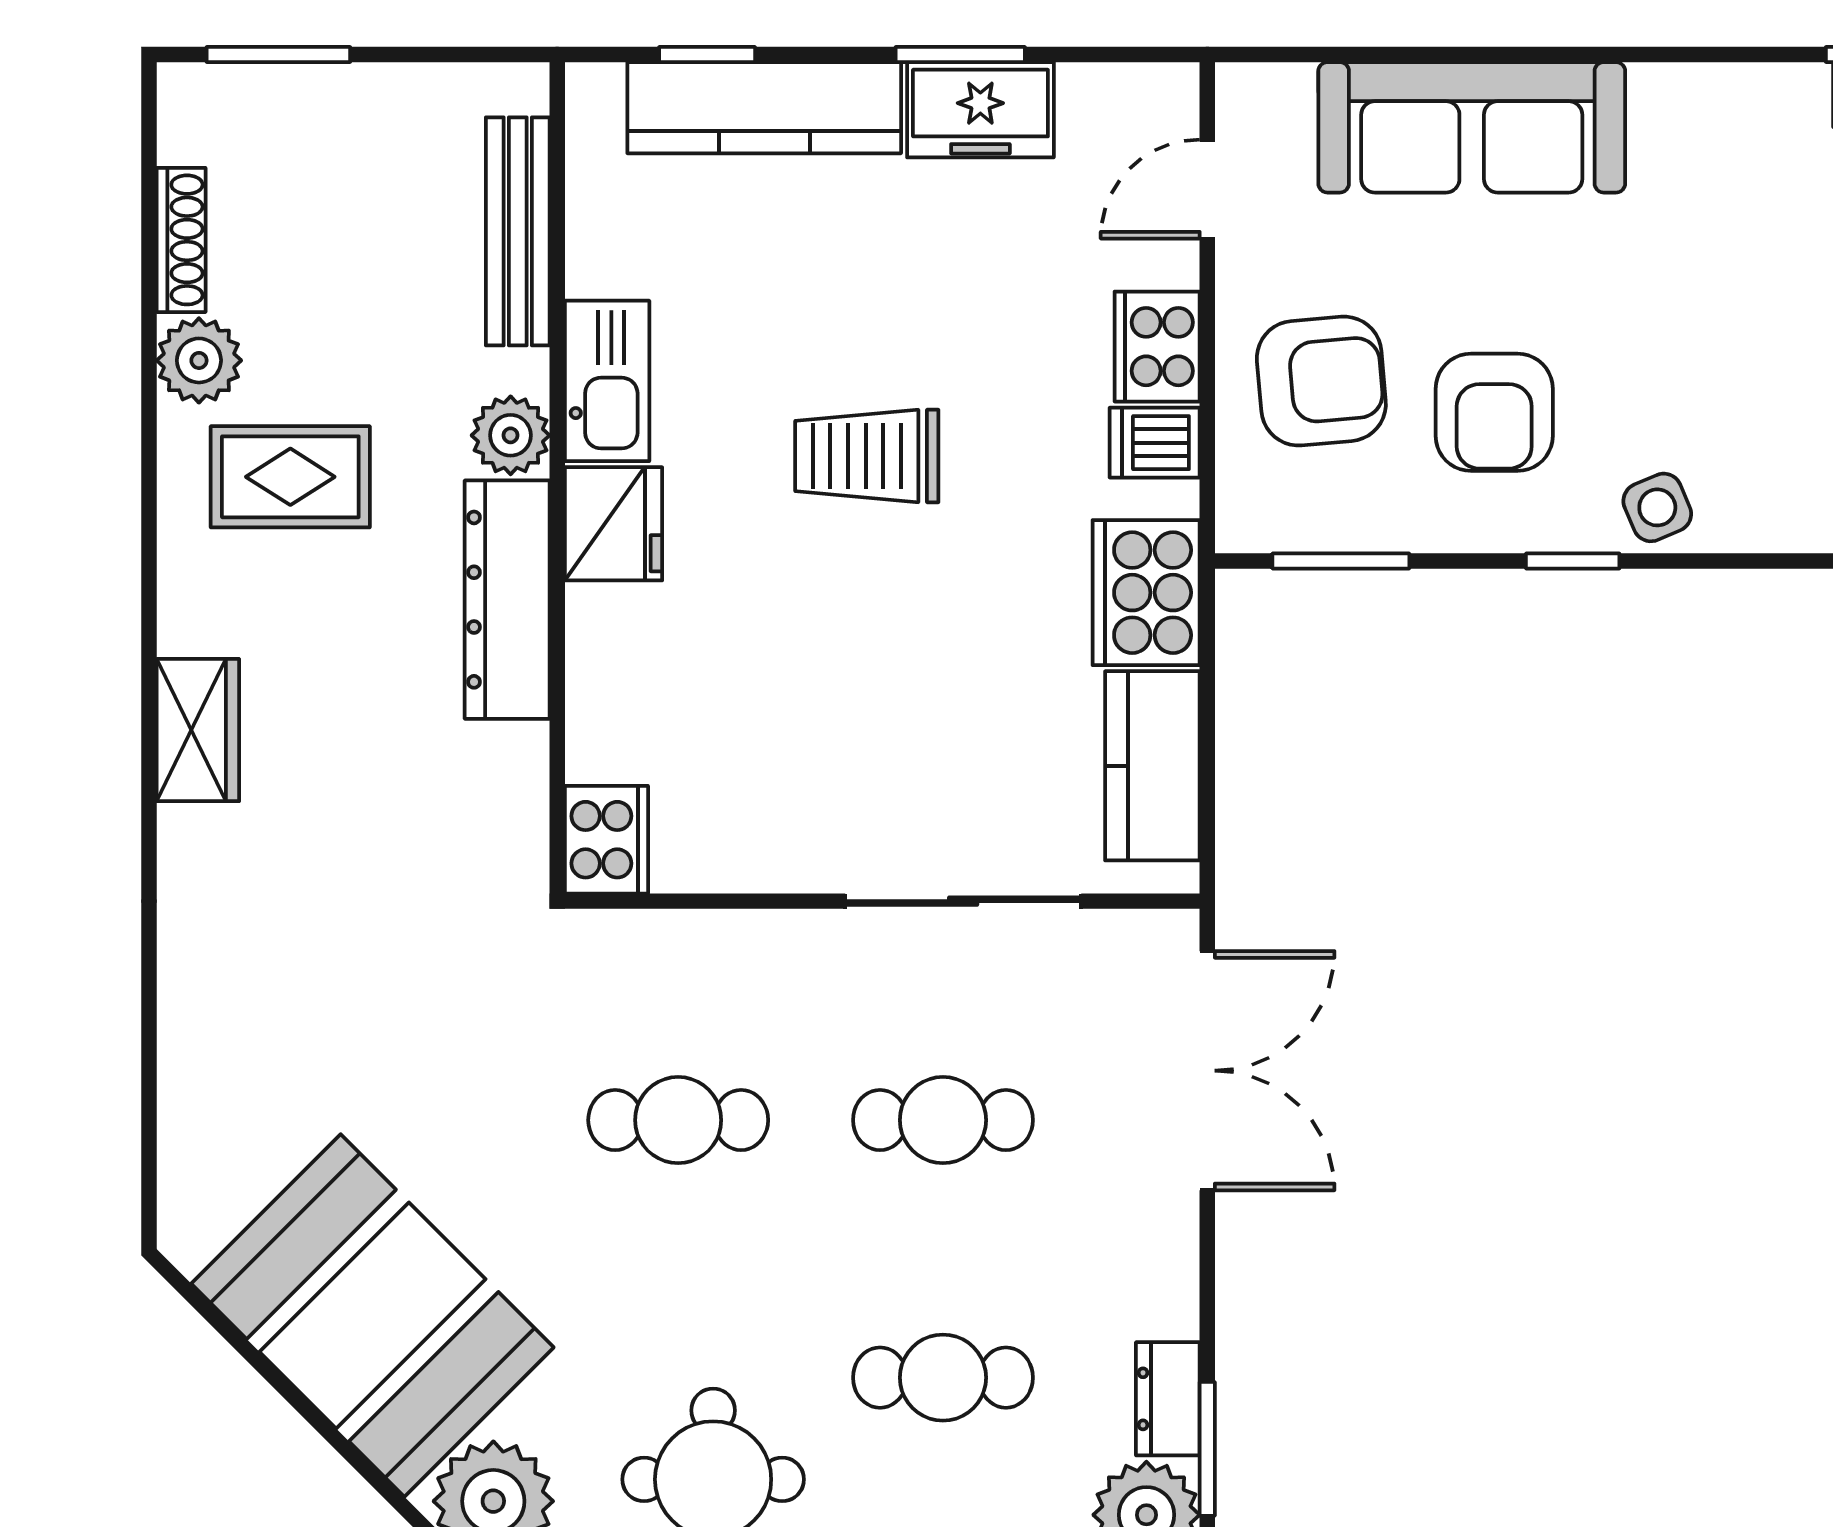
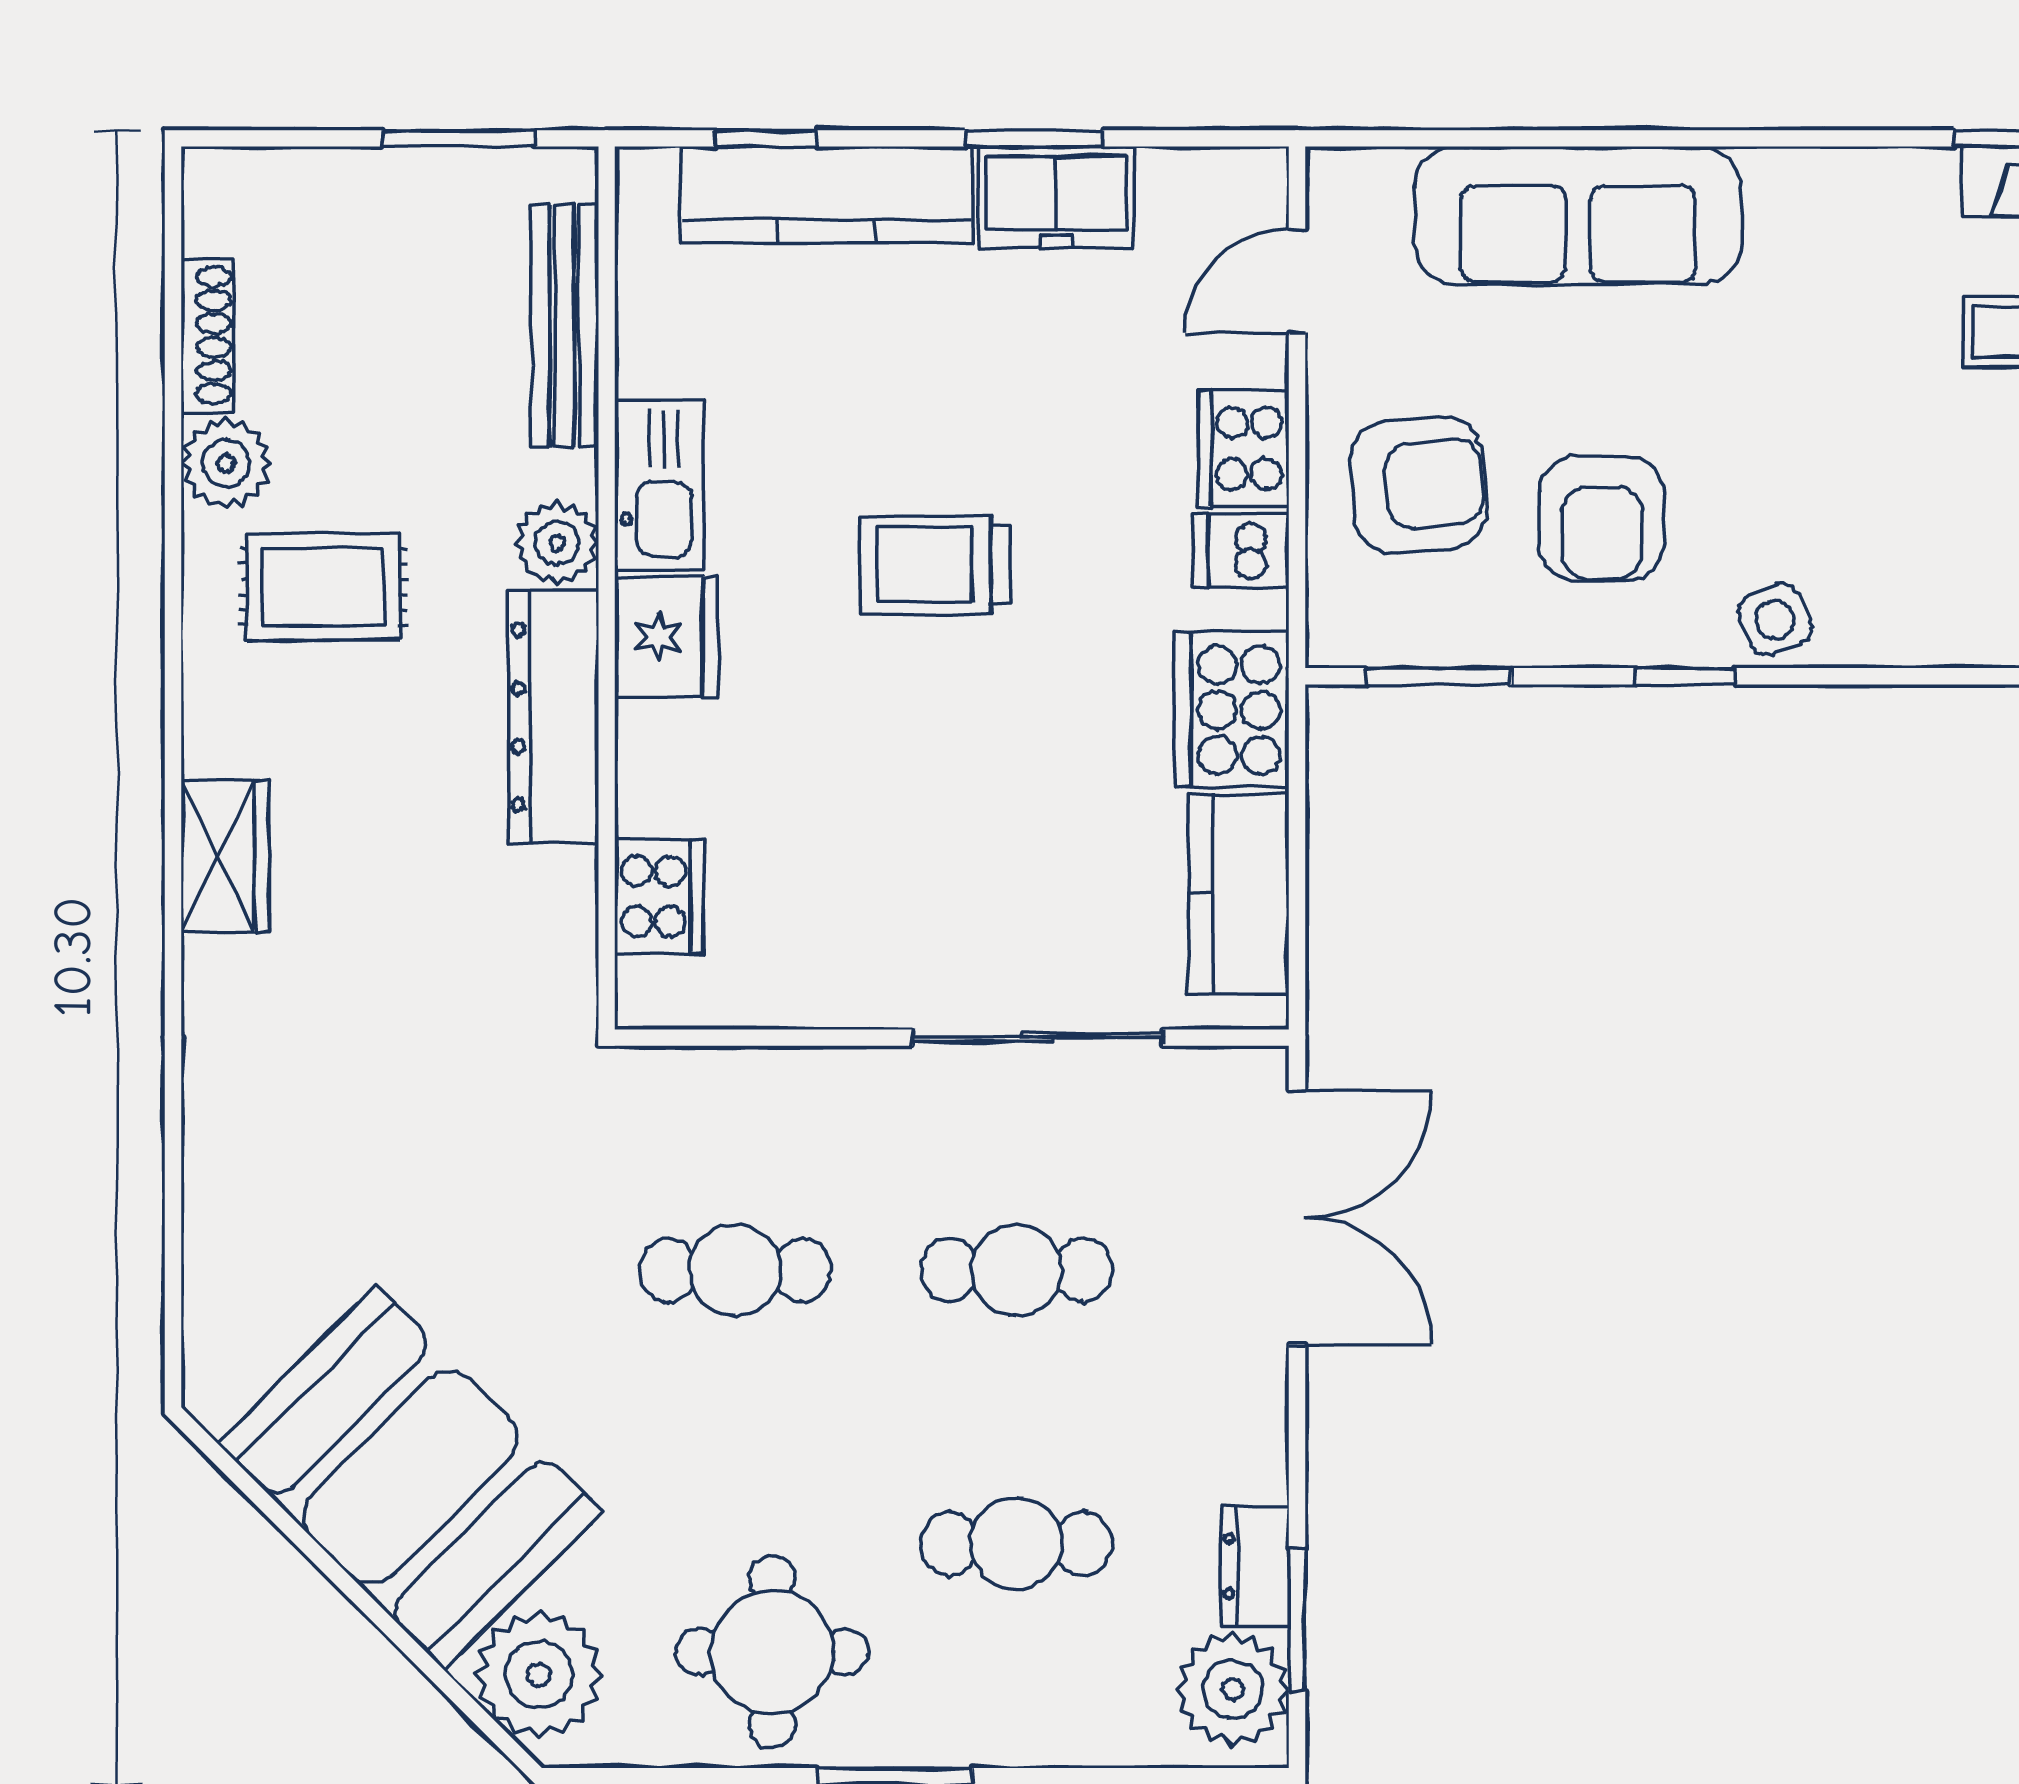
window: (278, 55) -> (459, 138), moved
cooker: (606, 840) -> (659, 896), moved

